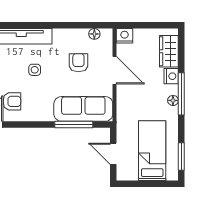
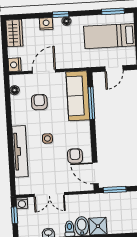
wardrobe: (169, 51) -> (14, 33), moved, turned -90
armchair: (78, 63) -> (39, 102), turned 90
window: (181, 94) -> (61, 14), width x0.46

